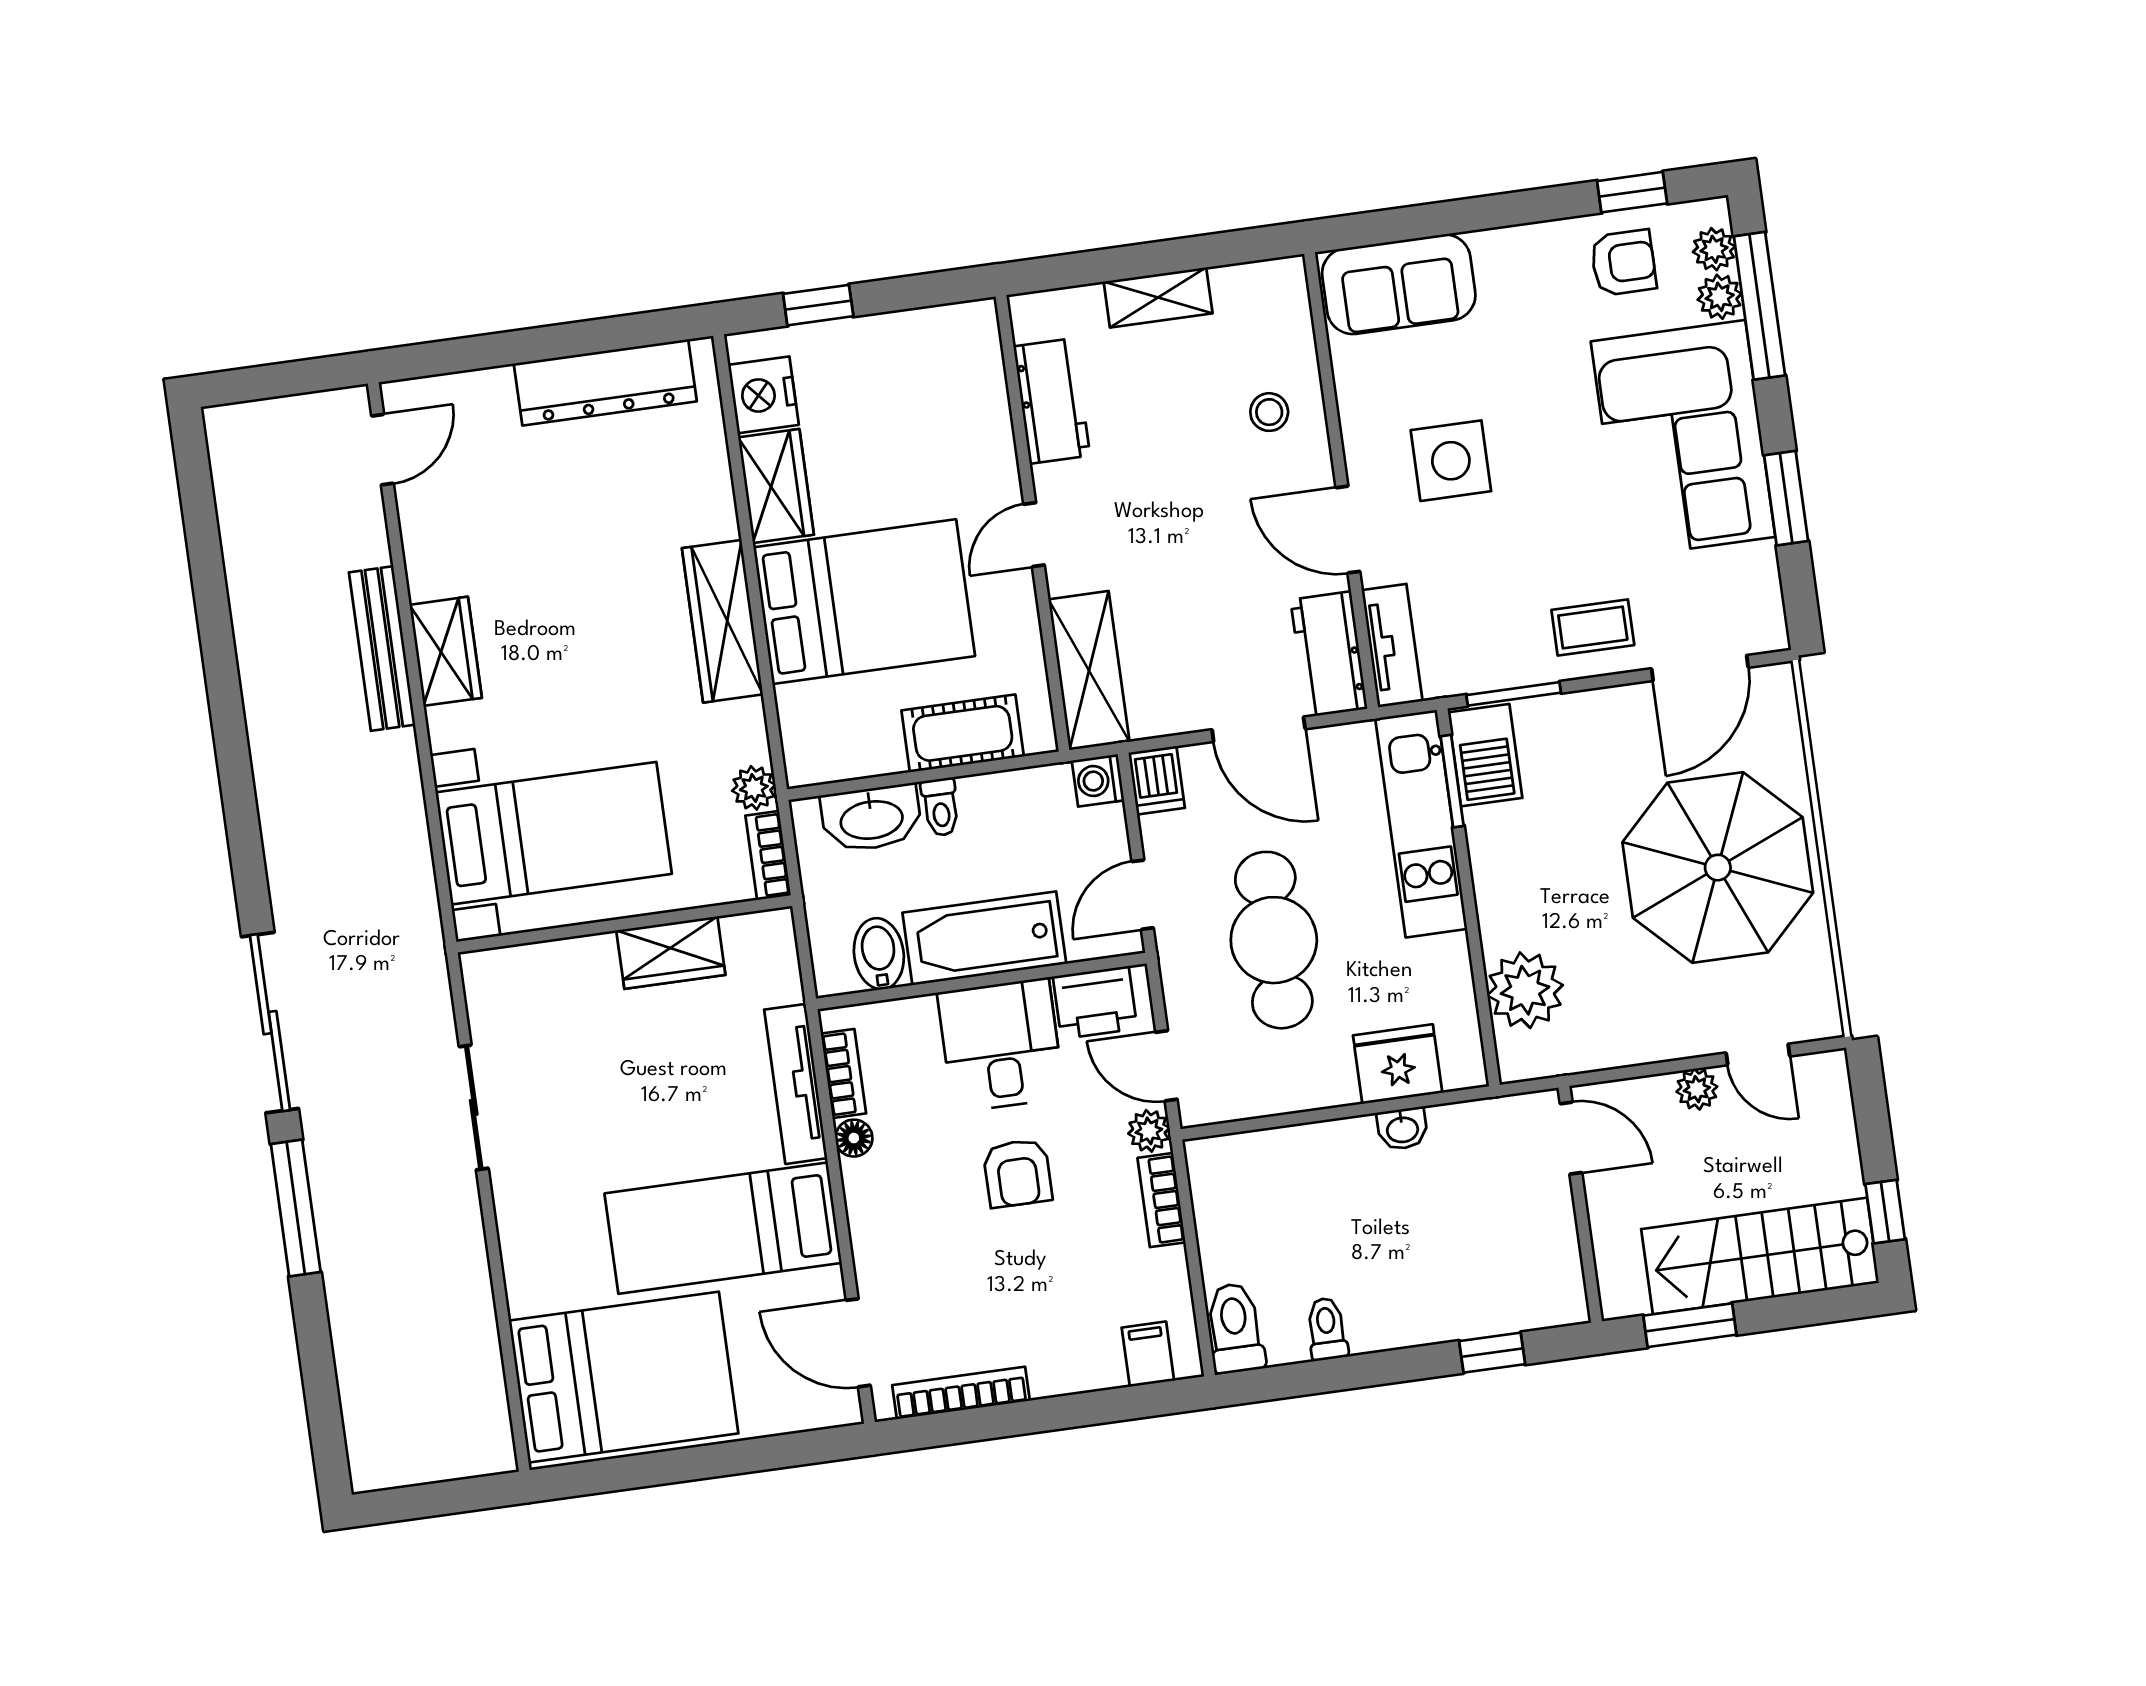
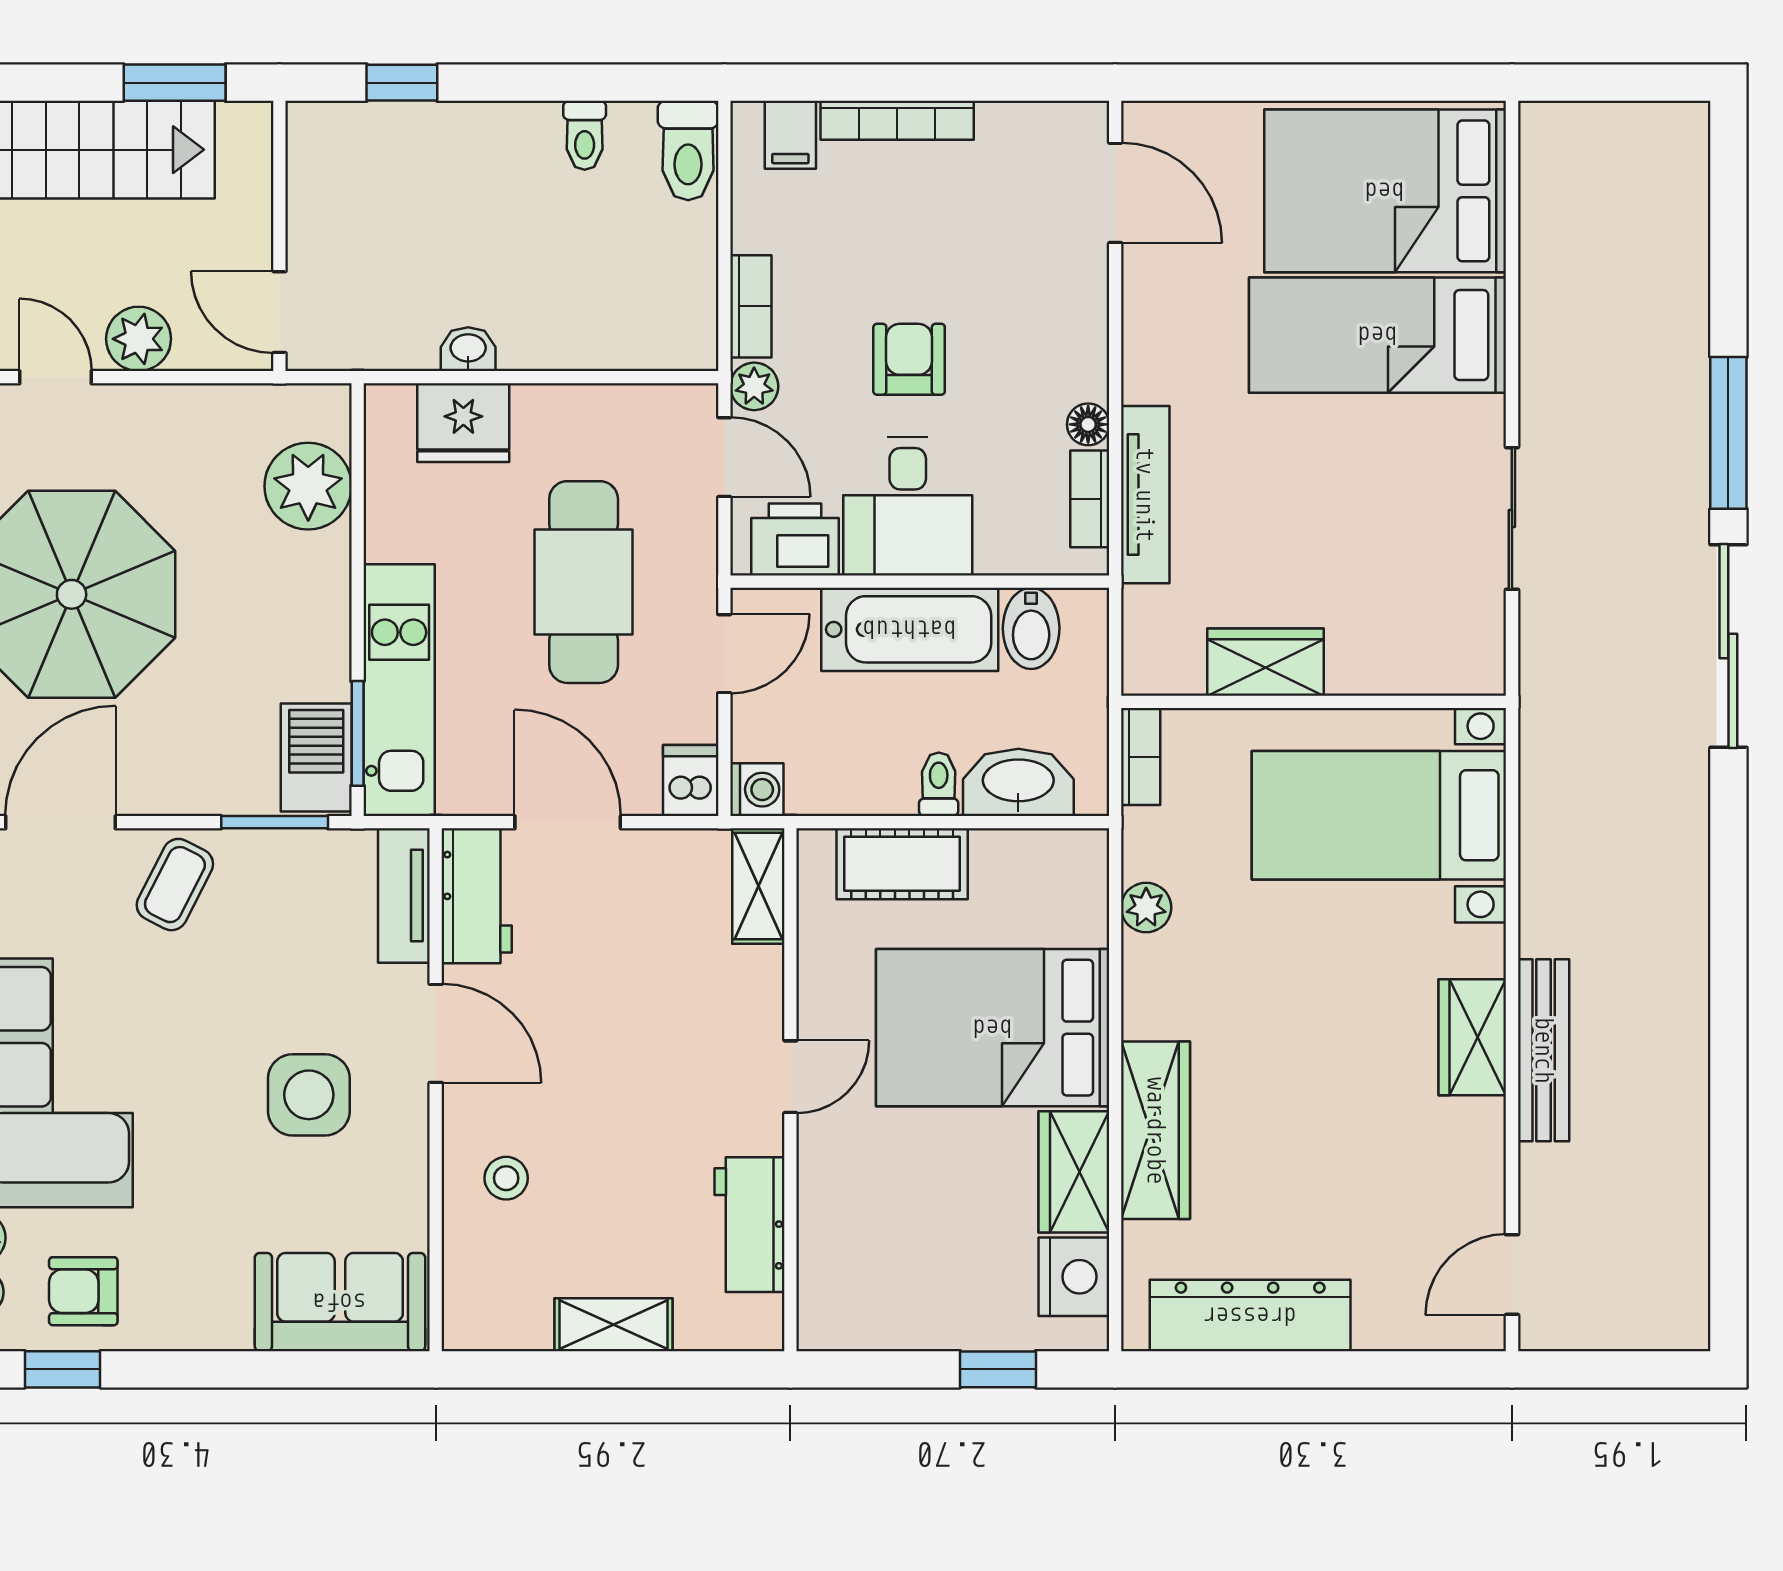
wardrobe: (722, 621) -> (1156, 1130), moved
coffee table: (1593, 628) -> (175, 885), turned -63
shelving: (1089, 671) -> (758, 886), width x0.67, depth x0.75
plant: (754, 788) -> (1146, 908), moved
plant: (1697, 1089) -> (139, 339), width x1.38, depth x1.38
bed: (723, 1228) -> (1378, 335), moved, turned 180
bookcase: (961, 1393) -> (897, 120), moved

